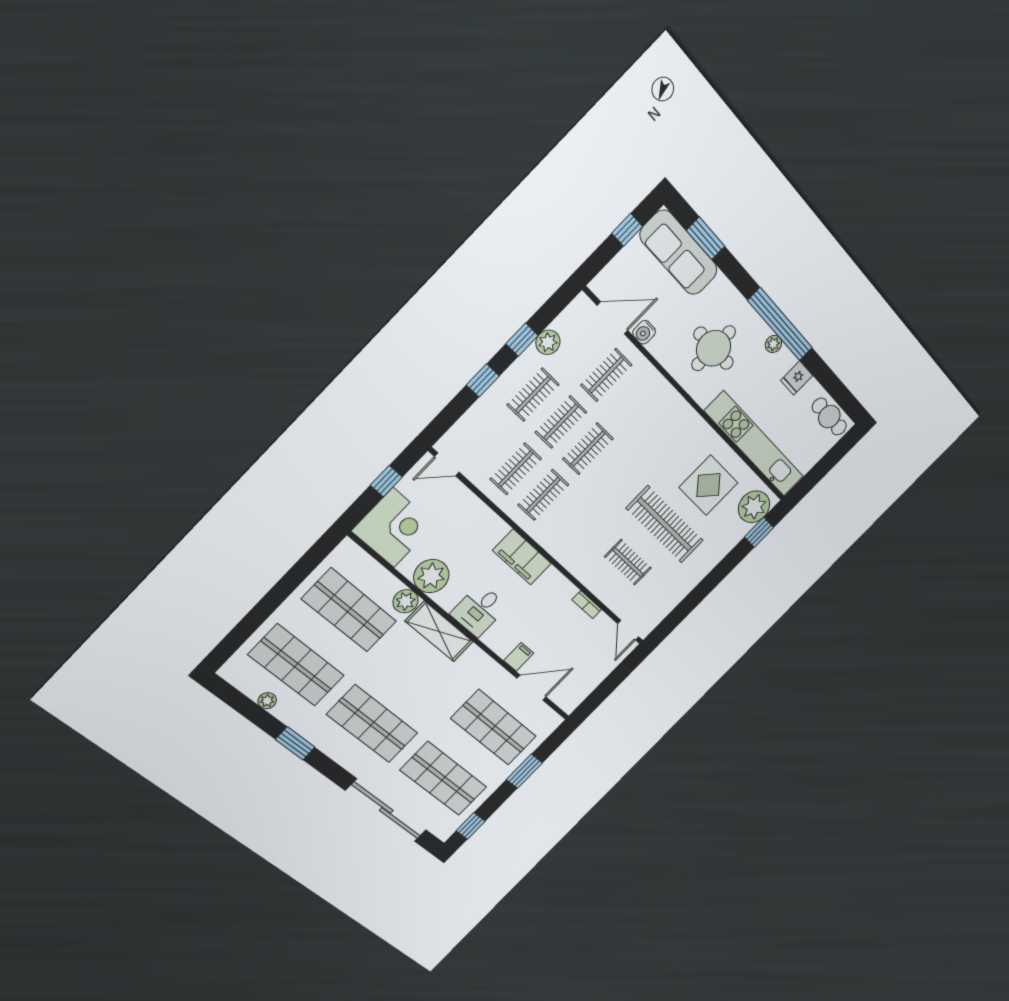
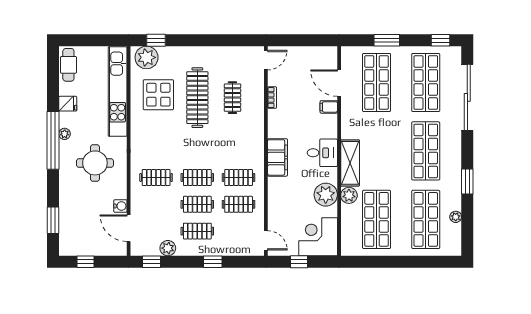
sofa: (679, 253) -> (71, 227), removed
window: (522, 340) -> (151, 262), moved
clothes rail: (606, 375) -> (156, 177), moved

